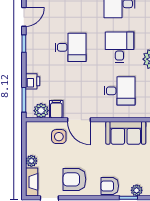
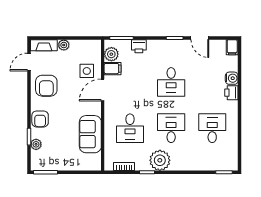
desk: (119, 47) -> (171, 128), turned -90
armchair: (74, 179) -> (46, 86), turned 180
armchair: (110, 186) -> (40, 119), turned 180

